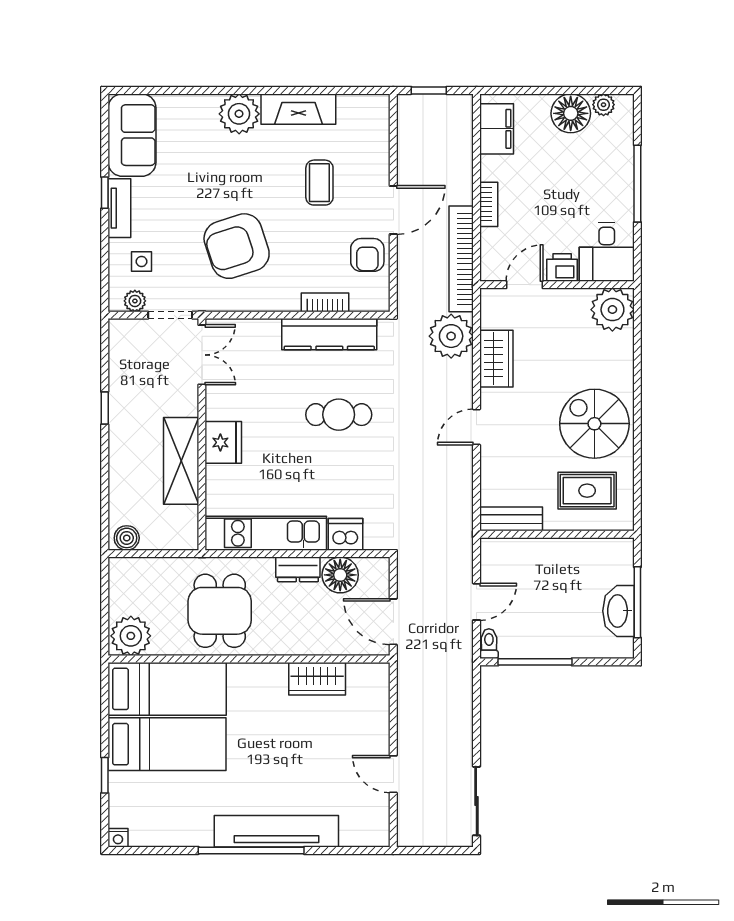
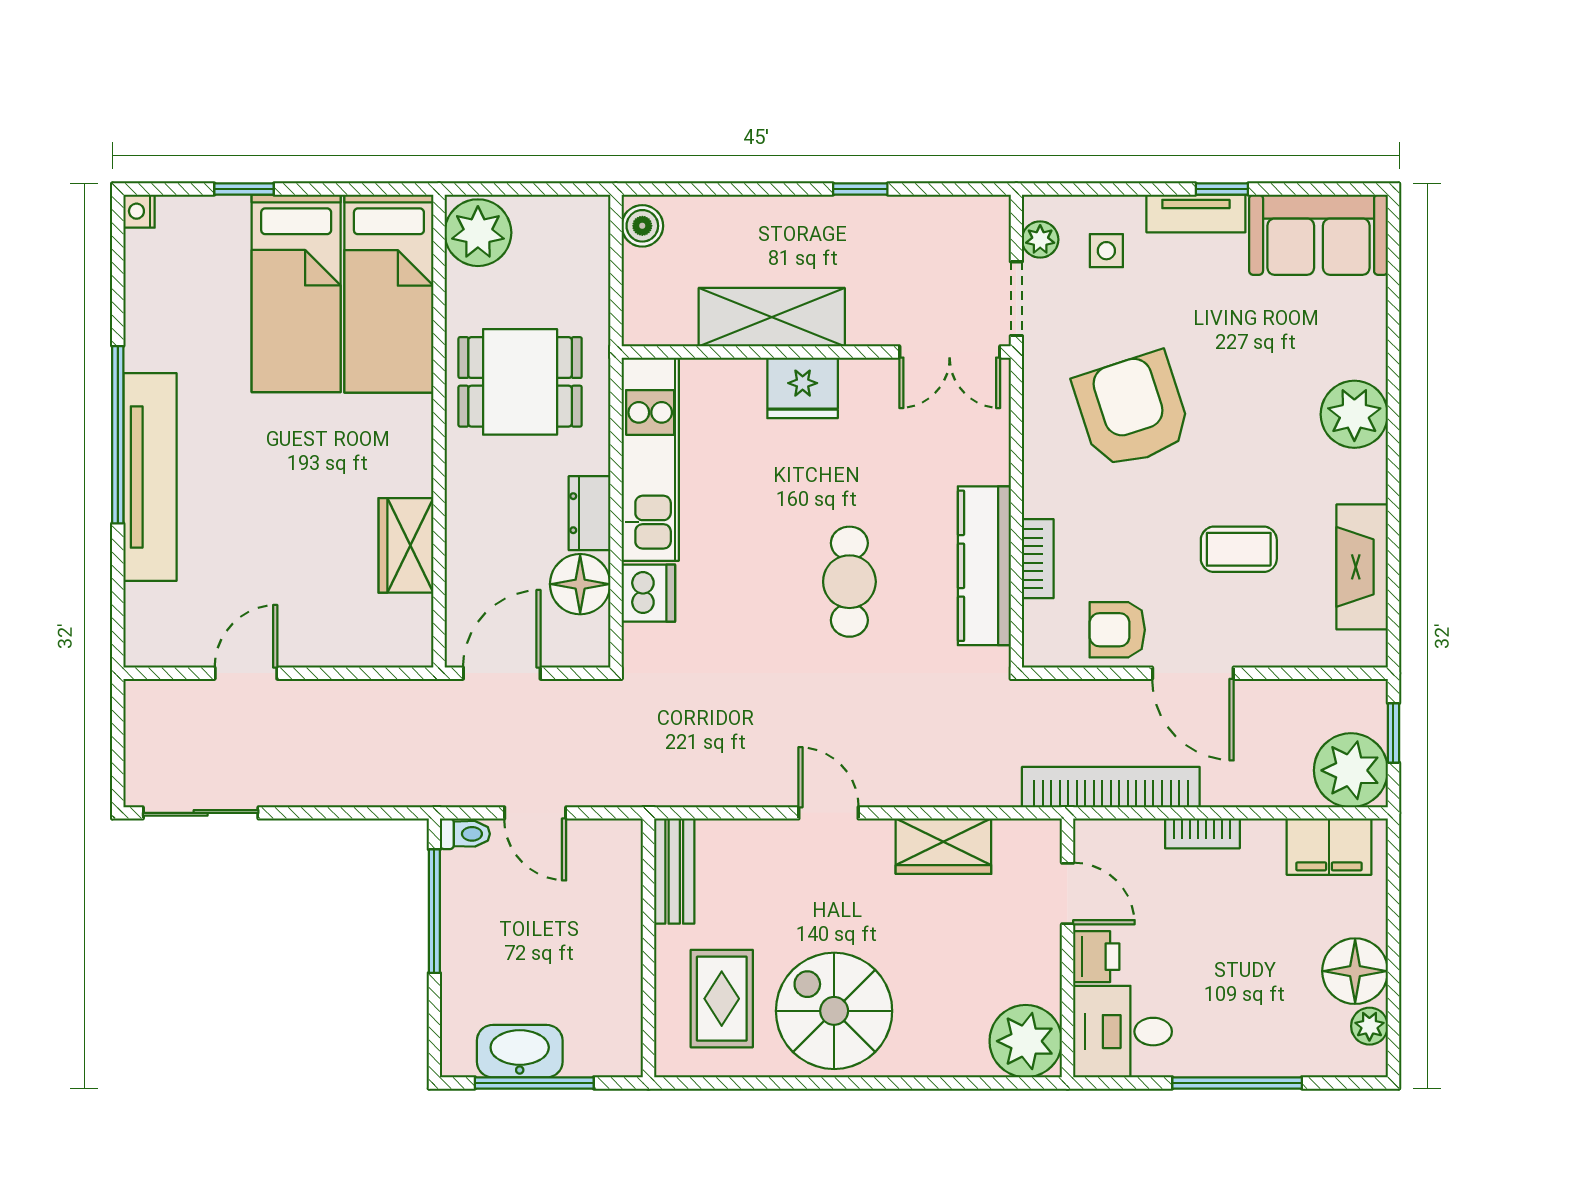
fireplace: (298, 109) -> (1362, 567), moved
plant: (451, 336) -> (1351, 770), moved
spiral stairs: (594, 424) -> (834, 1011), turned -90

